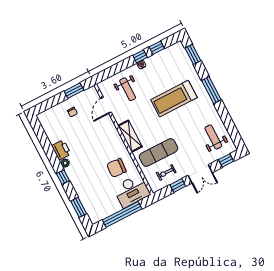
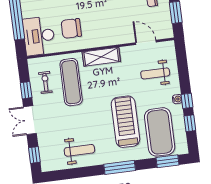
exercise mat: (172, 69) -> (160, 132), added
weight bench: (213, 137) -> (79, 150), moved
chair: (116, 168) -> (71, 28), turned -94

